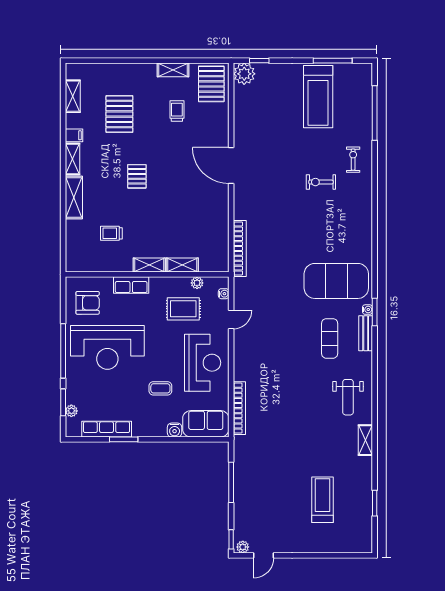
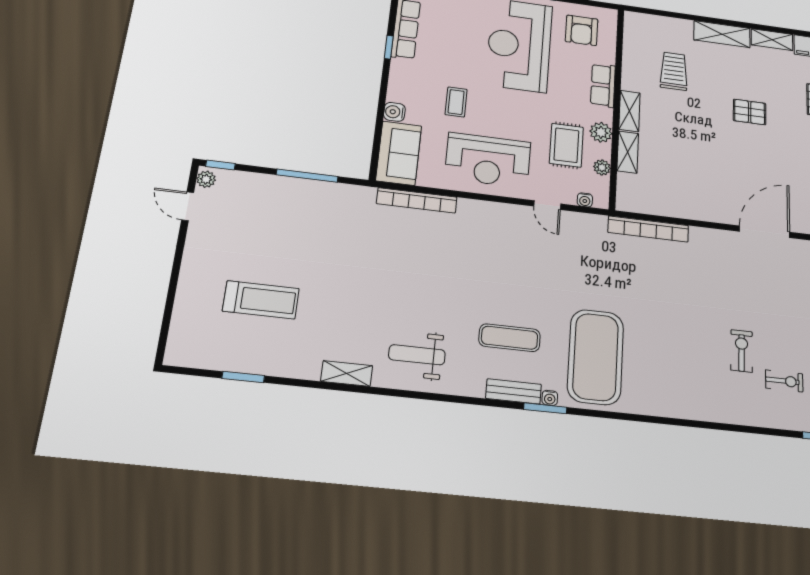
exercise bike: (353, 160) -> (784, 381), moved
trolley: (111, 233) -> (674, 71), width x1.36, depth x1.39
plant: (169, 285) -> (601, 132), added
window: (124, 439) -> (389, 47), width x0.67

